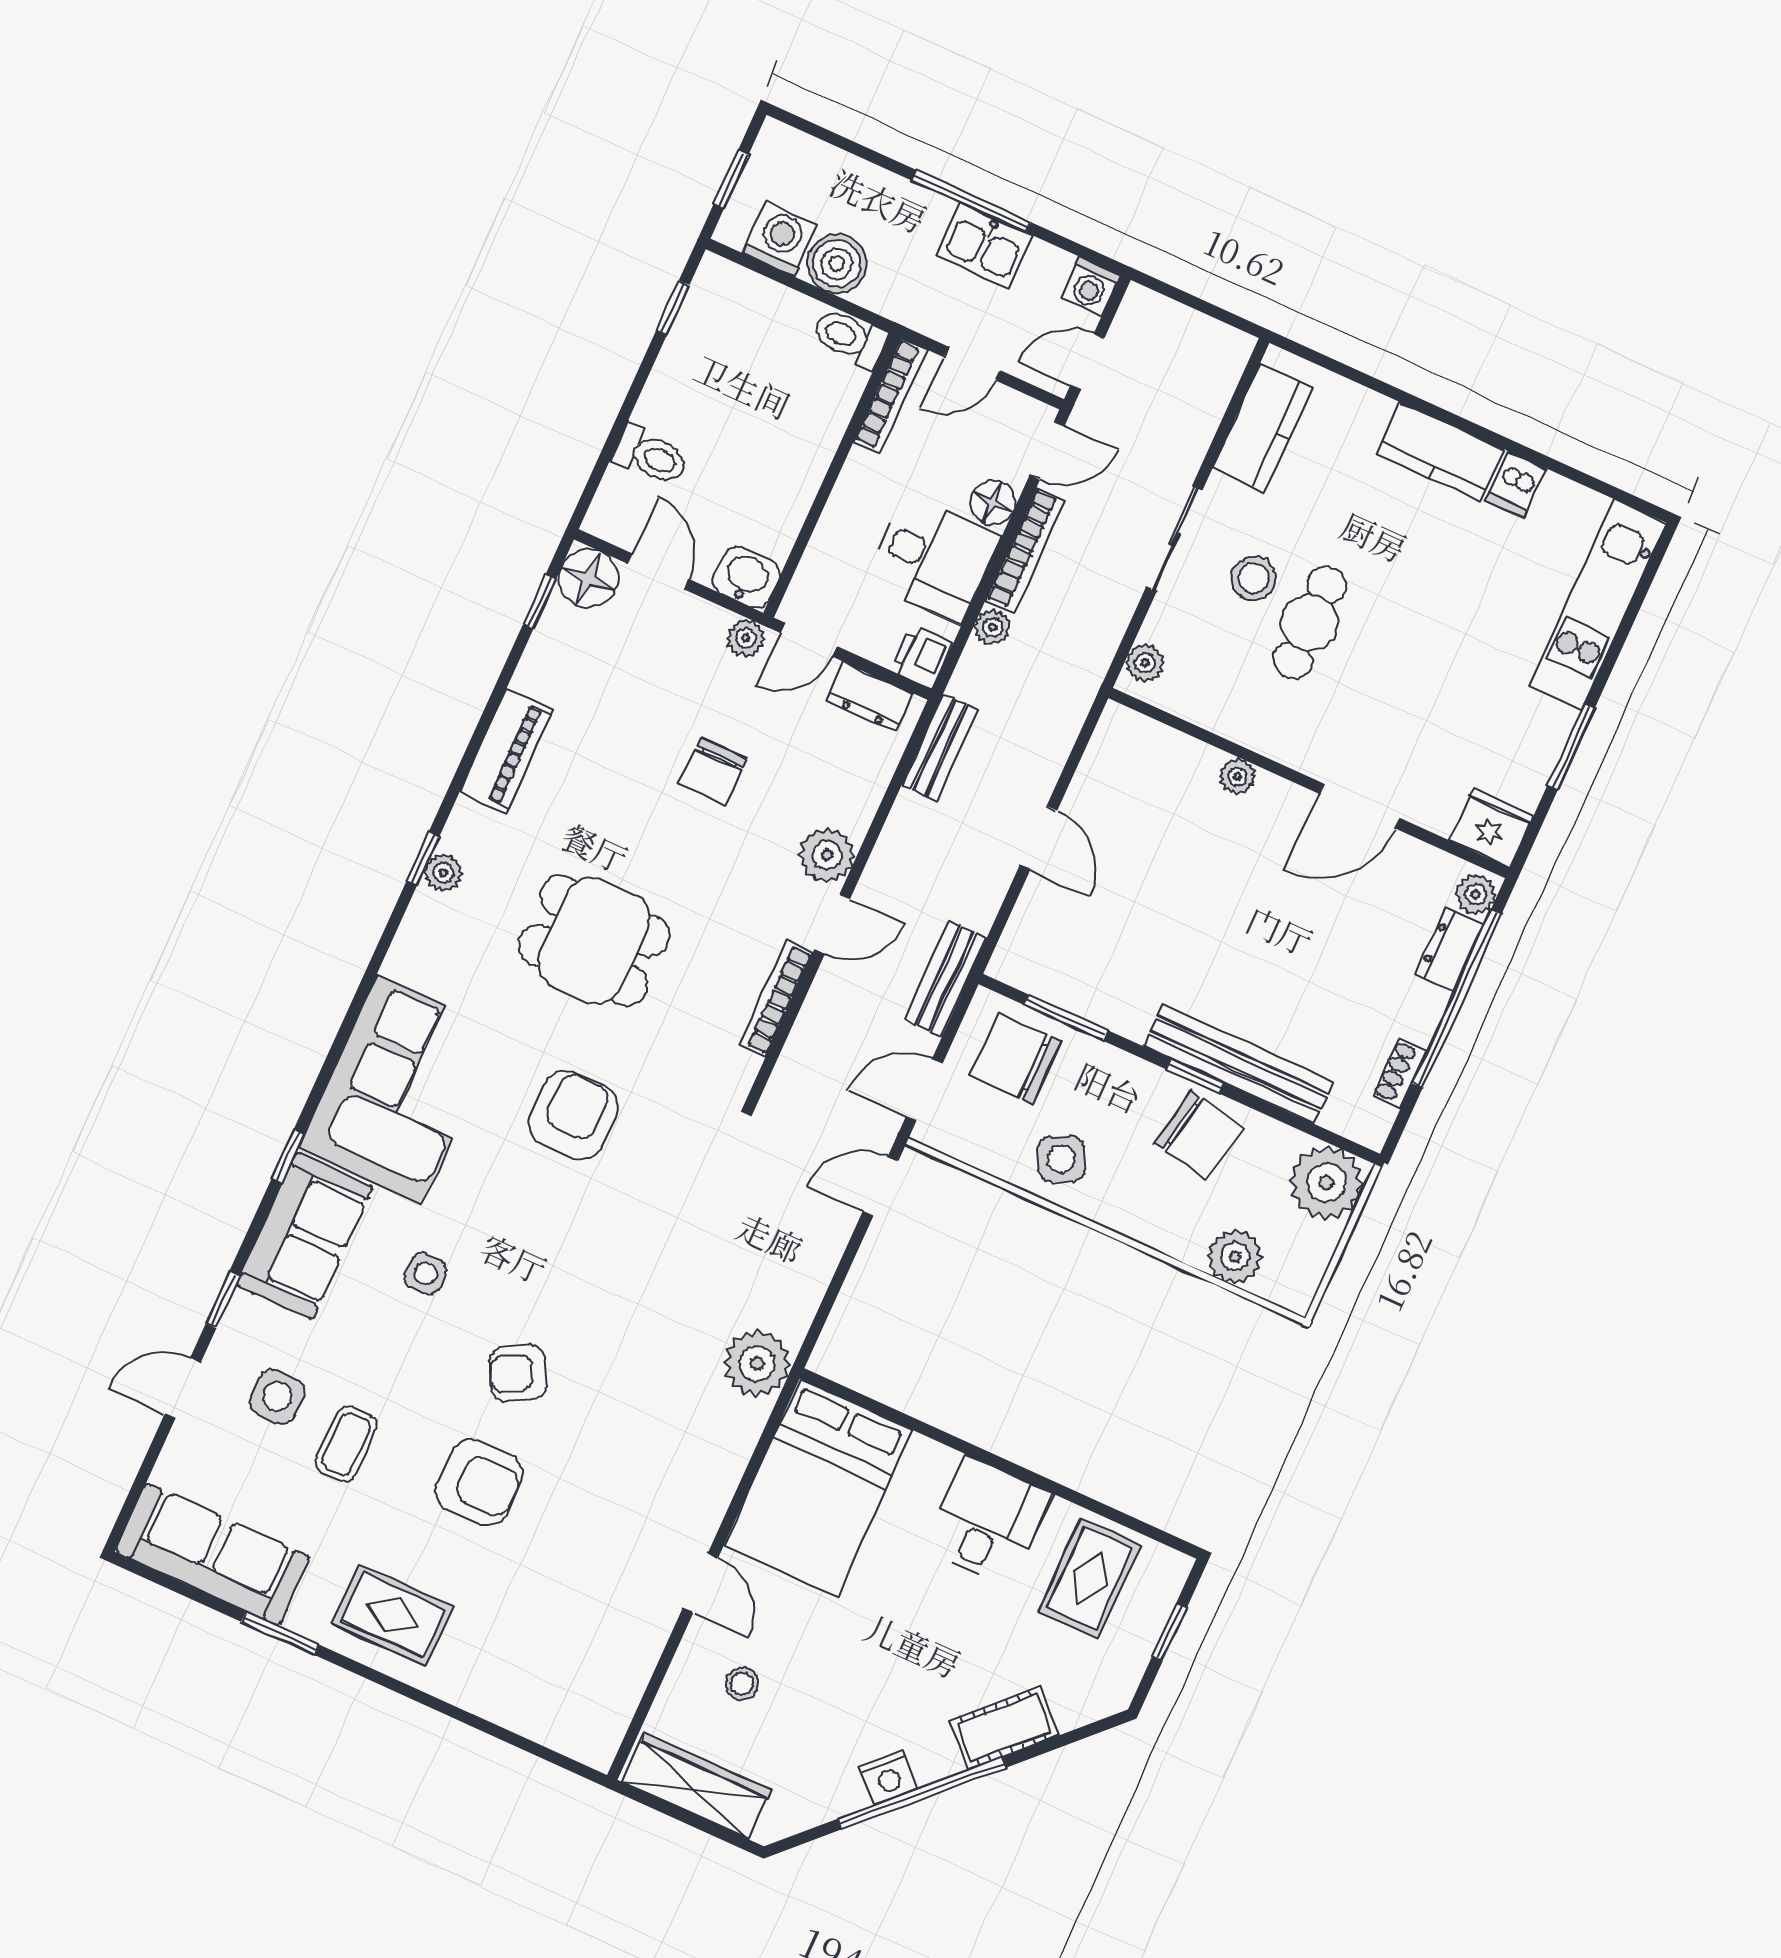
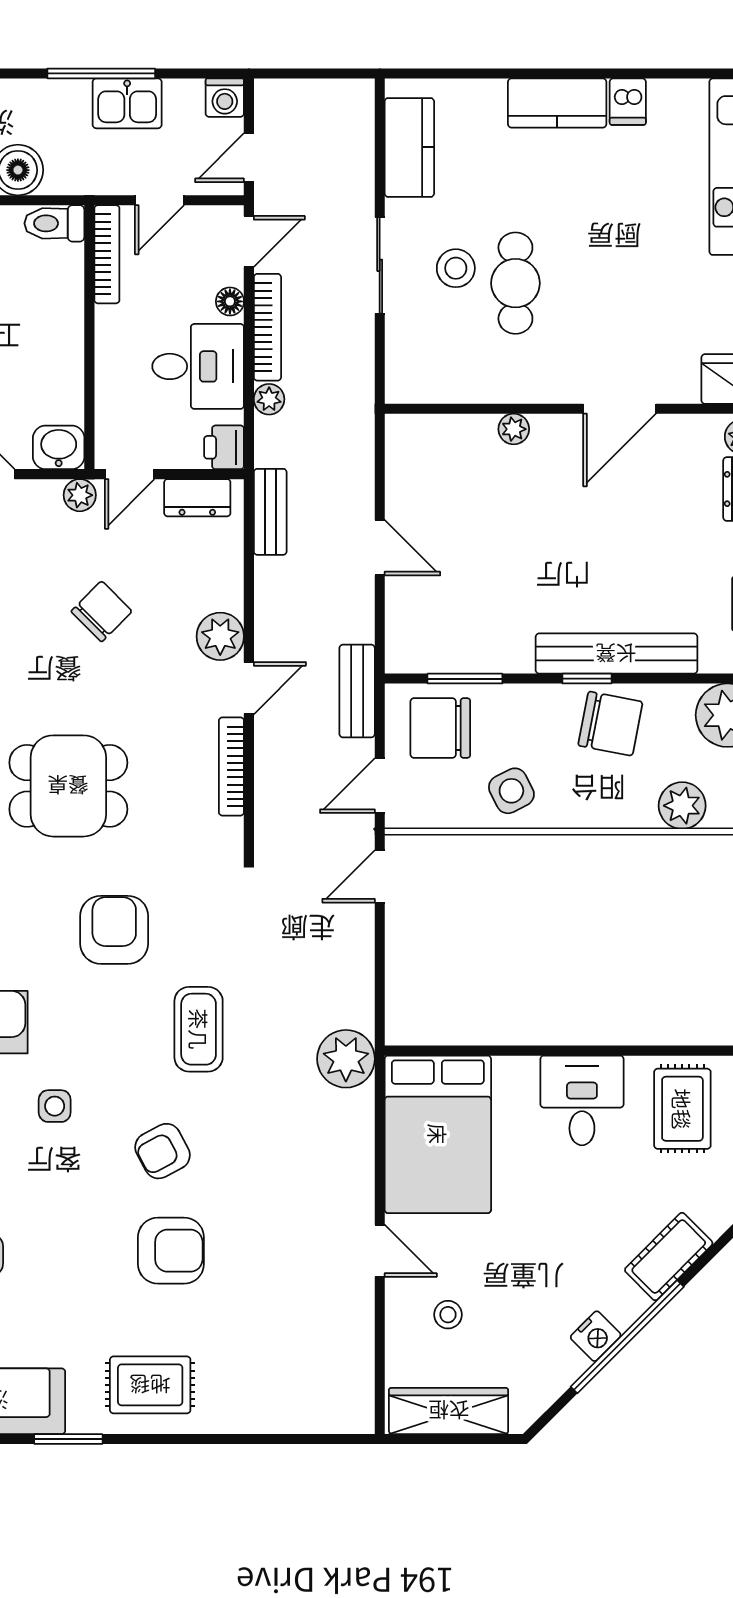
floor lamp: (993, 502) -> (230, 301), width x0.73, depth x0.73
plant: (1145, 663) -> (401, 373), removed
chair: (713, 772) -> (102, 611), turned -135
coffee table: (346, 1444) -> (199, 1029), moved, width x1.36, depth x1.30

